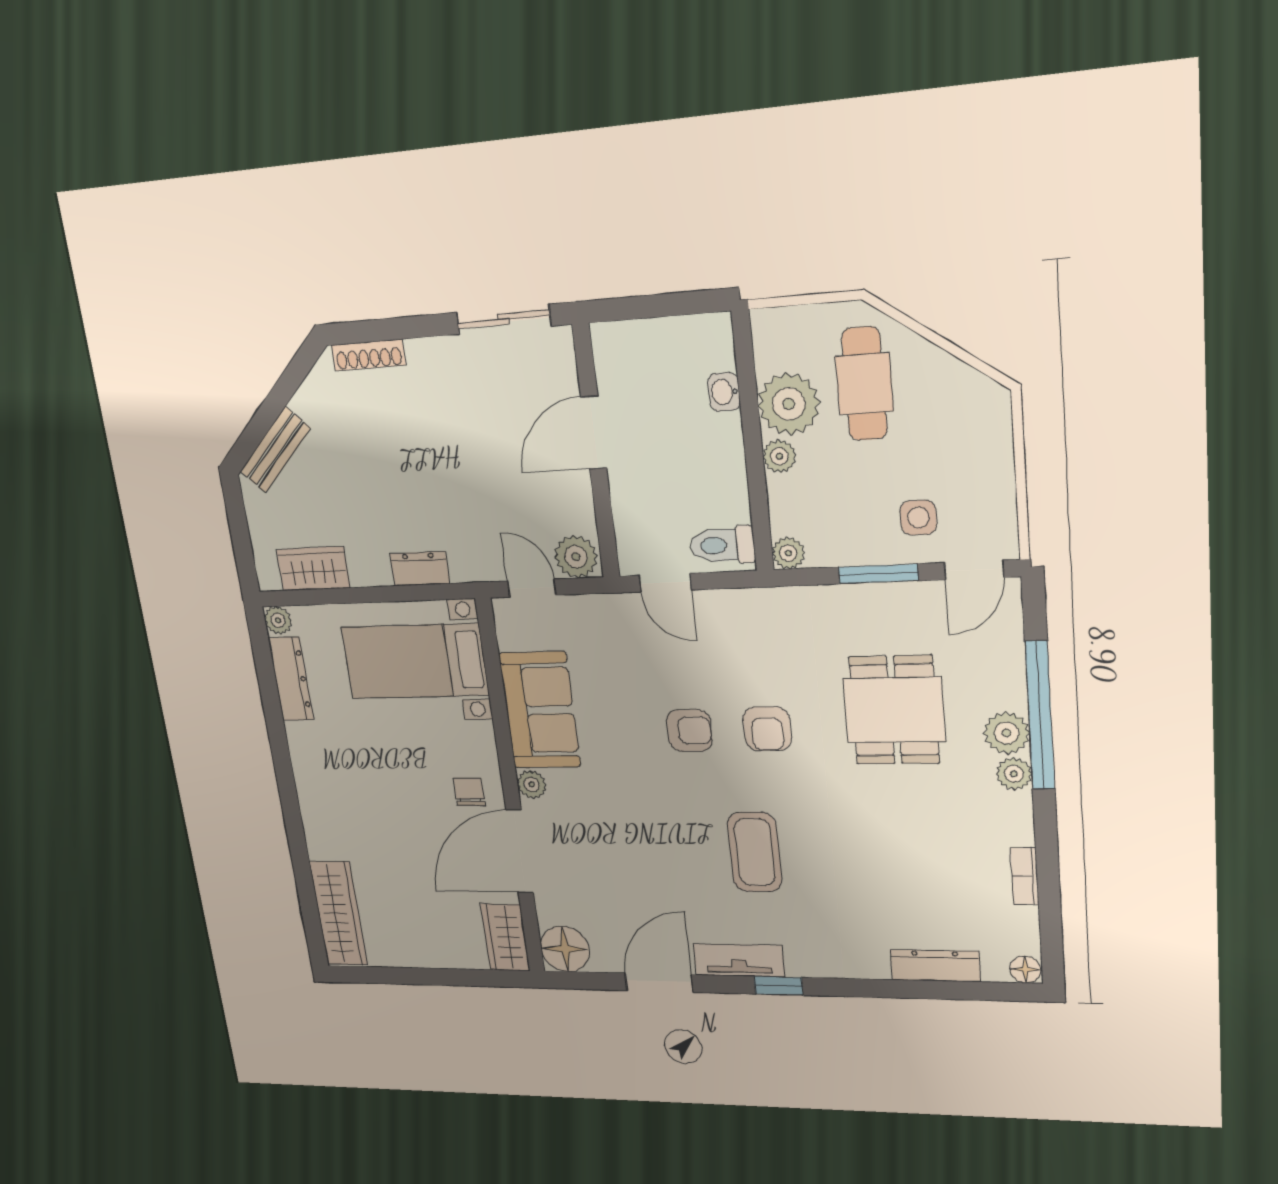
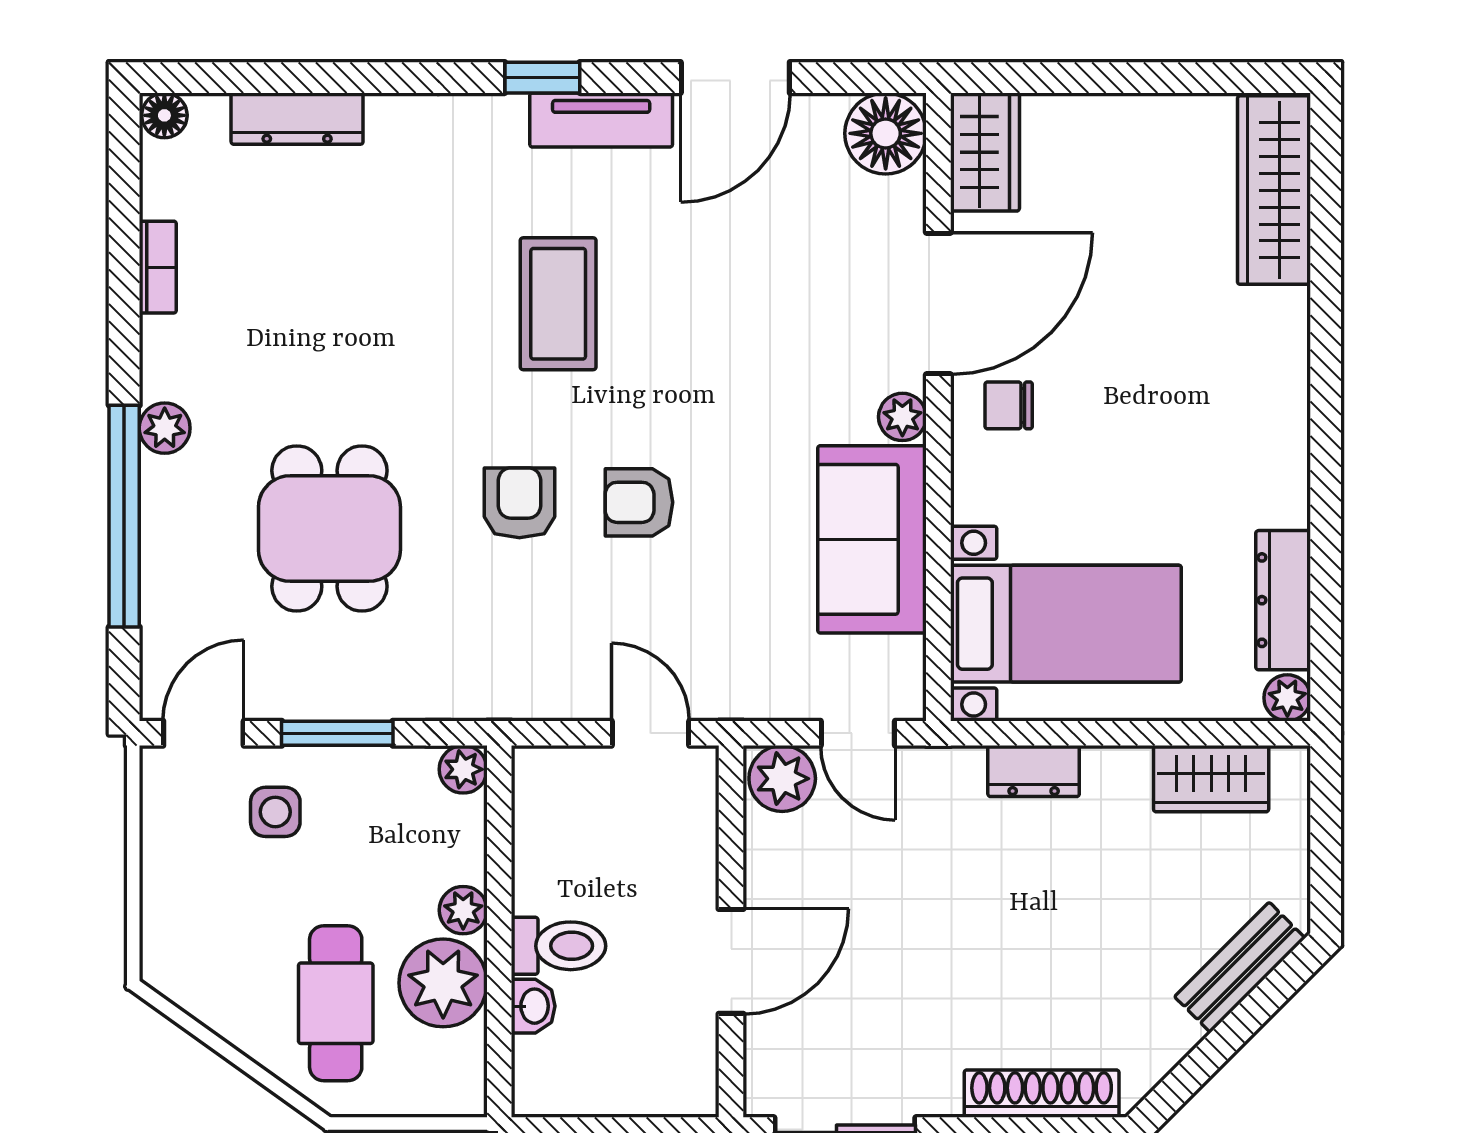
shoe rack: (368, 355) -> (1042, 1094), width x1.36, depth x1.24
toilet: (722, 545) -> (558, 946), moved
plant: (1007, 733) -> (172, 491), removed
chair: (469, 792) -> (1009, 405), turned 90

